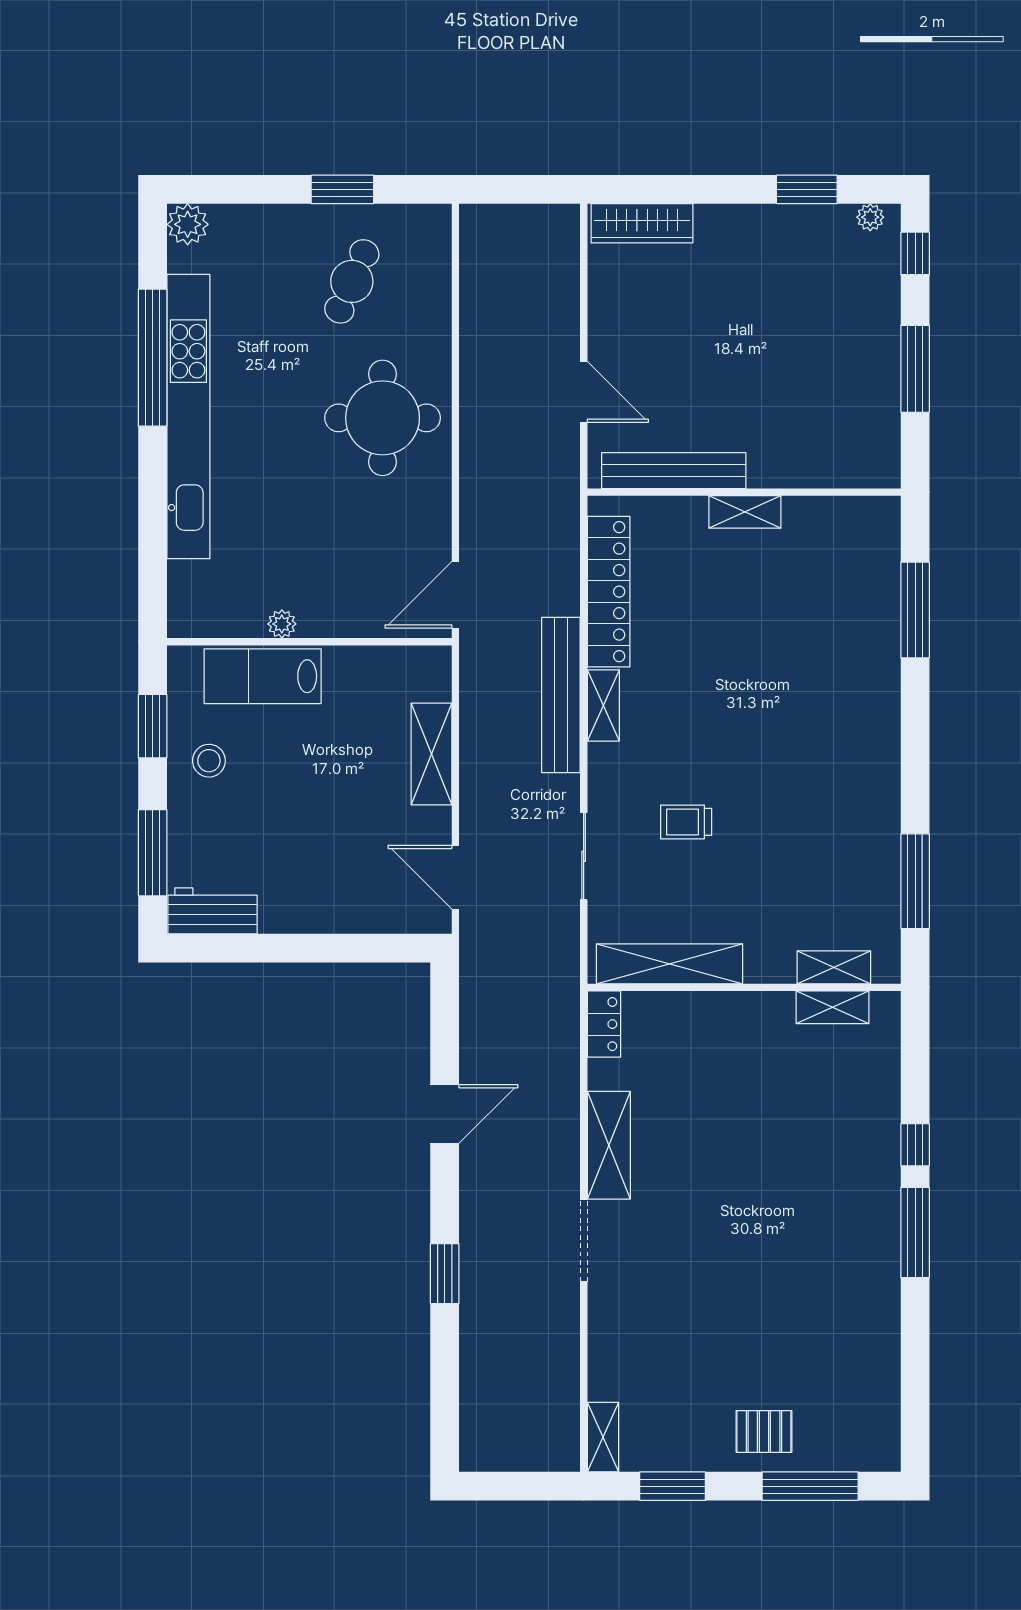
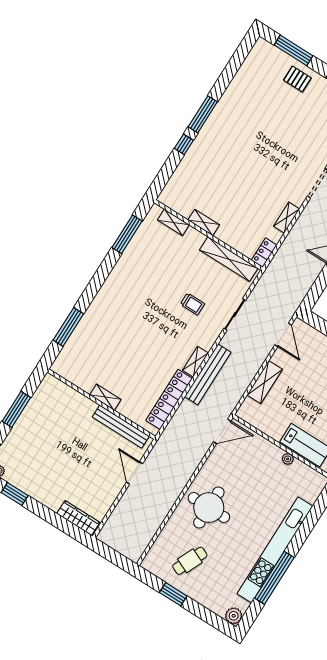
shelving: (833, 1007) -> (204, 222), moved
shelving: (609, 1145) -> (287, 218), width x0.67, depth x0.75

